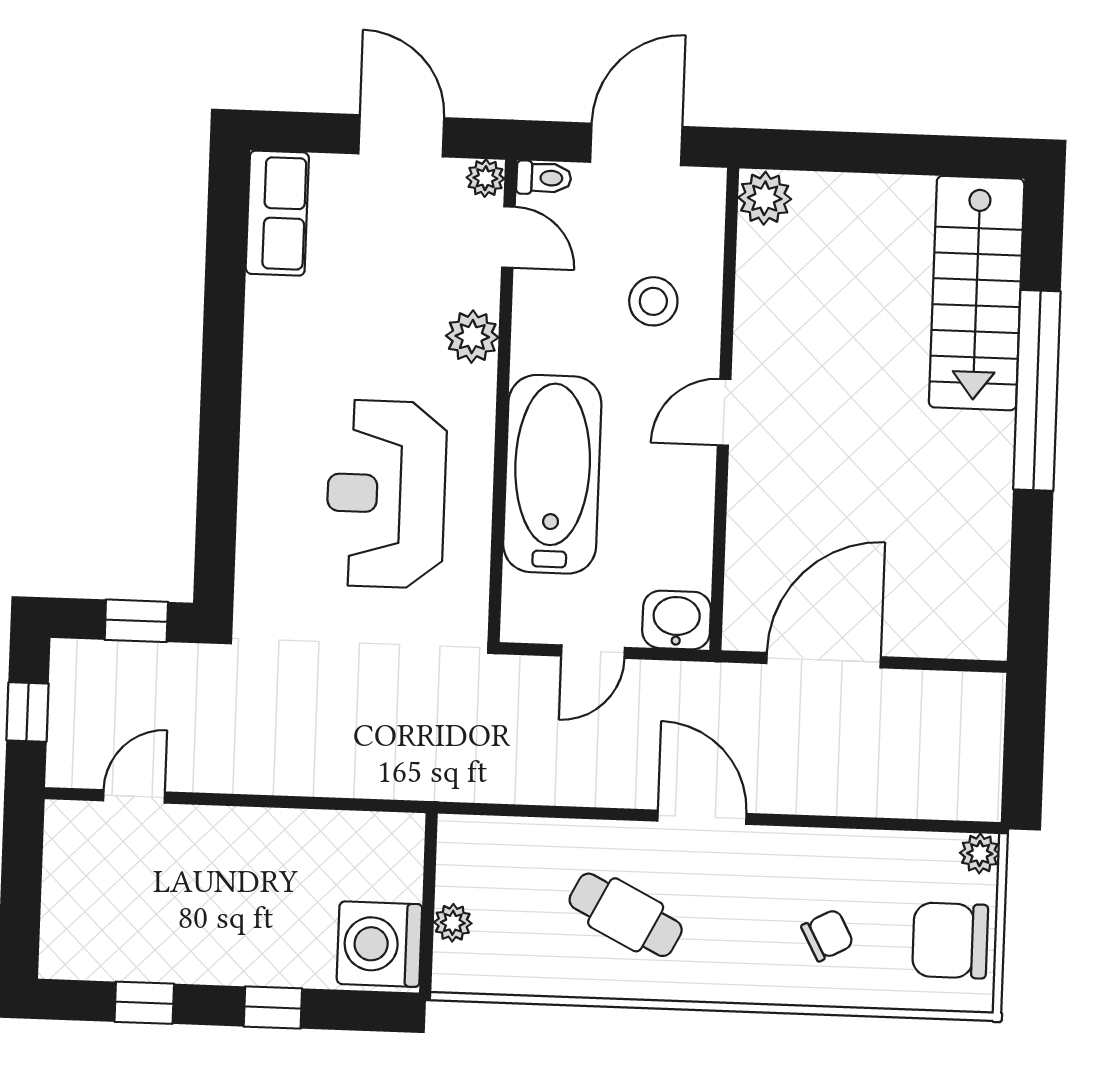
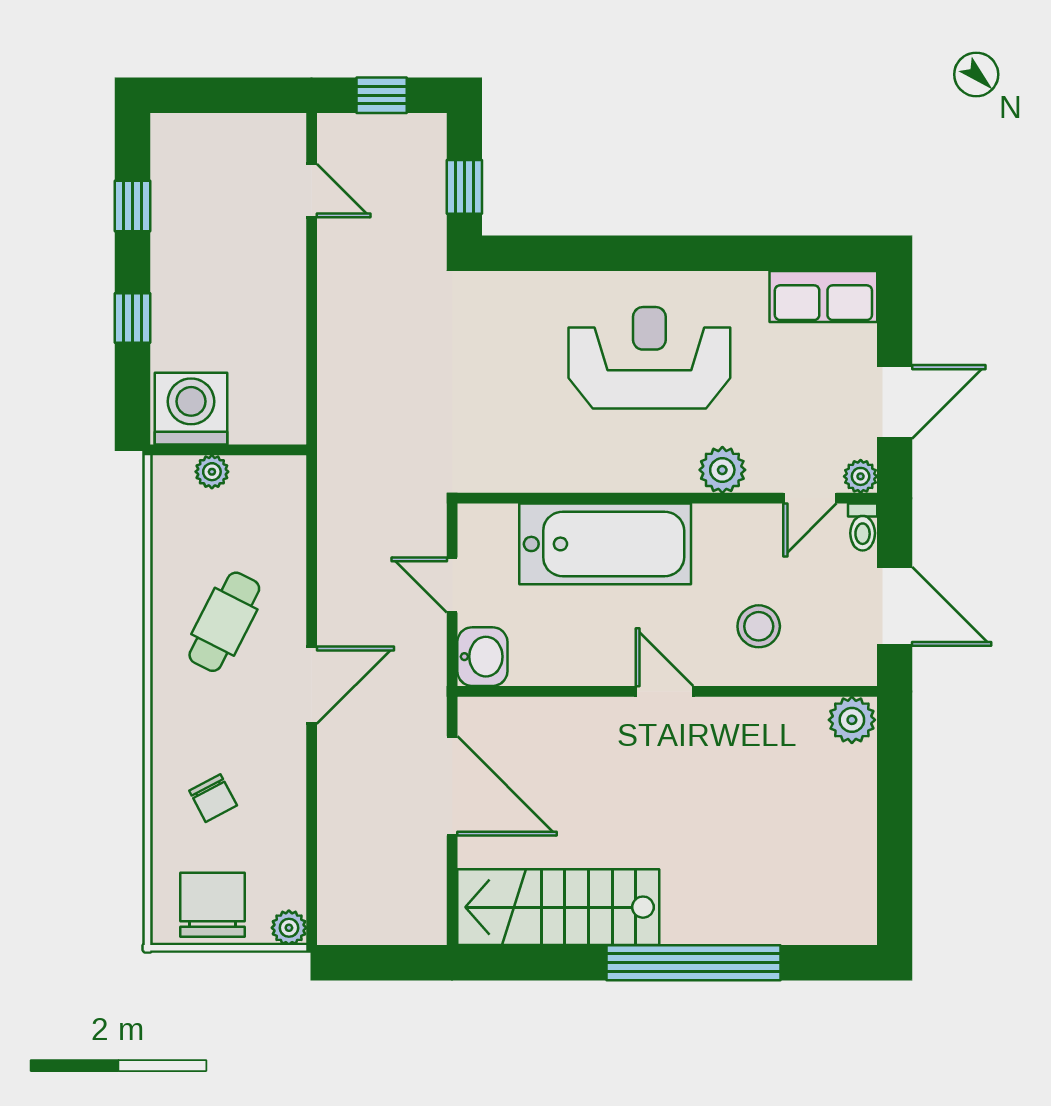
stairs: (977, 293) -> (558, 907), moved
reception desk: (386, 494) -> (649, 358), moved

